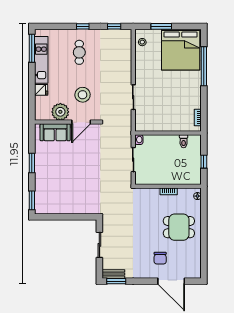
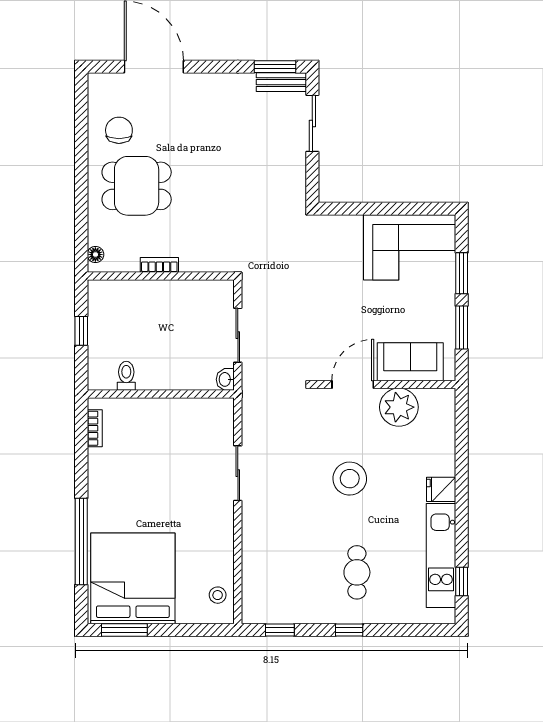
window: (161, 26) -> (124, 630), moved
window: (32, 48) -> (462, 581), width x0.46
plant: (60, 112) -> (399, 407), moved
wall: (67, 122) -> (385, 384), moved
door: (81, 122) -> (353, 384), moved
sofa: (55, 132) -> (410, 362), moved
corner sofa: (55, 199) -> (410, 247), added
window: (32, 200) -> (462, 273), moved
sliding door: (99, 245) -> (312, 123), moved
chair: (160, 258) -> (119, 130), moved

